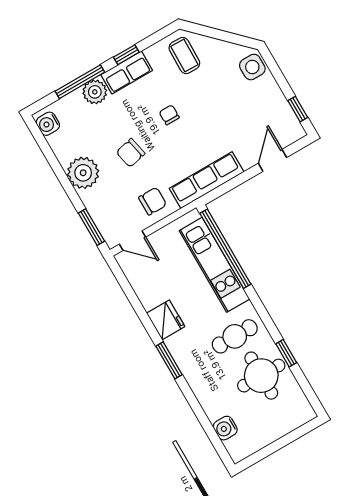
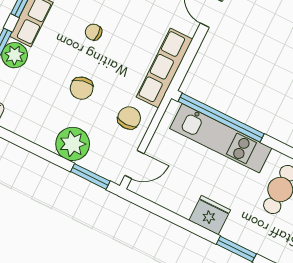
plant: (83, 173) -> (73, 144), moved

